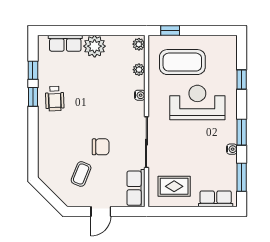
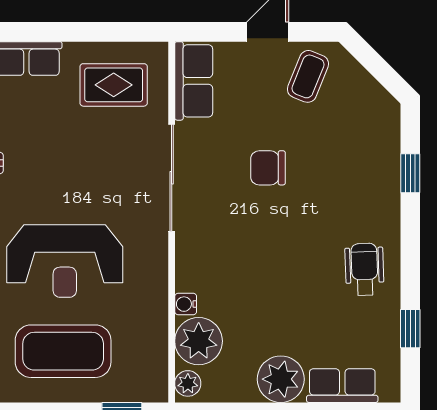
coffee table: (182, 62) -> (63, 351), moved
plant: (139, 70) -> (199, 341), width x1.88, depth x1.88
water cooler: (140, 95) -> (186, 304), moved
window: (33, 97) -> (410, 173), moved
coffee table: (81, 174) -> (308, 76), moved

